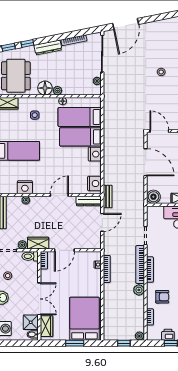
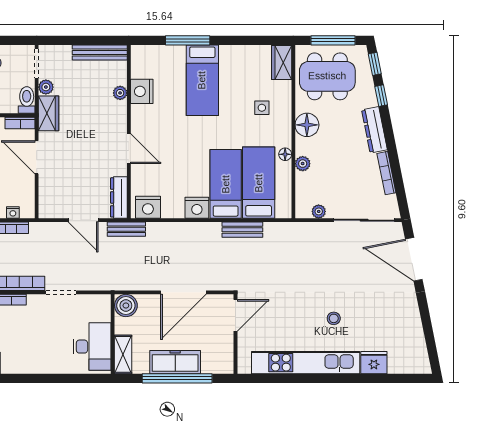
plant: (57, 91) -> (303, 164), moved
bench: (108, 127) -> (242, 230), added

